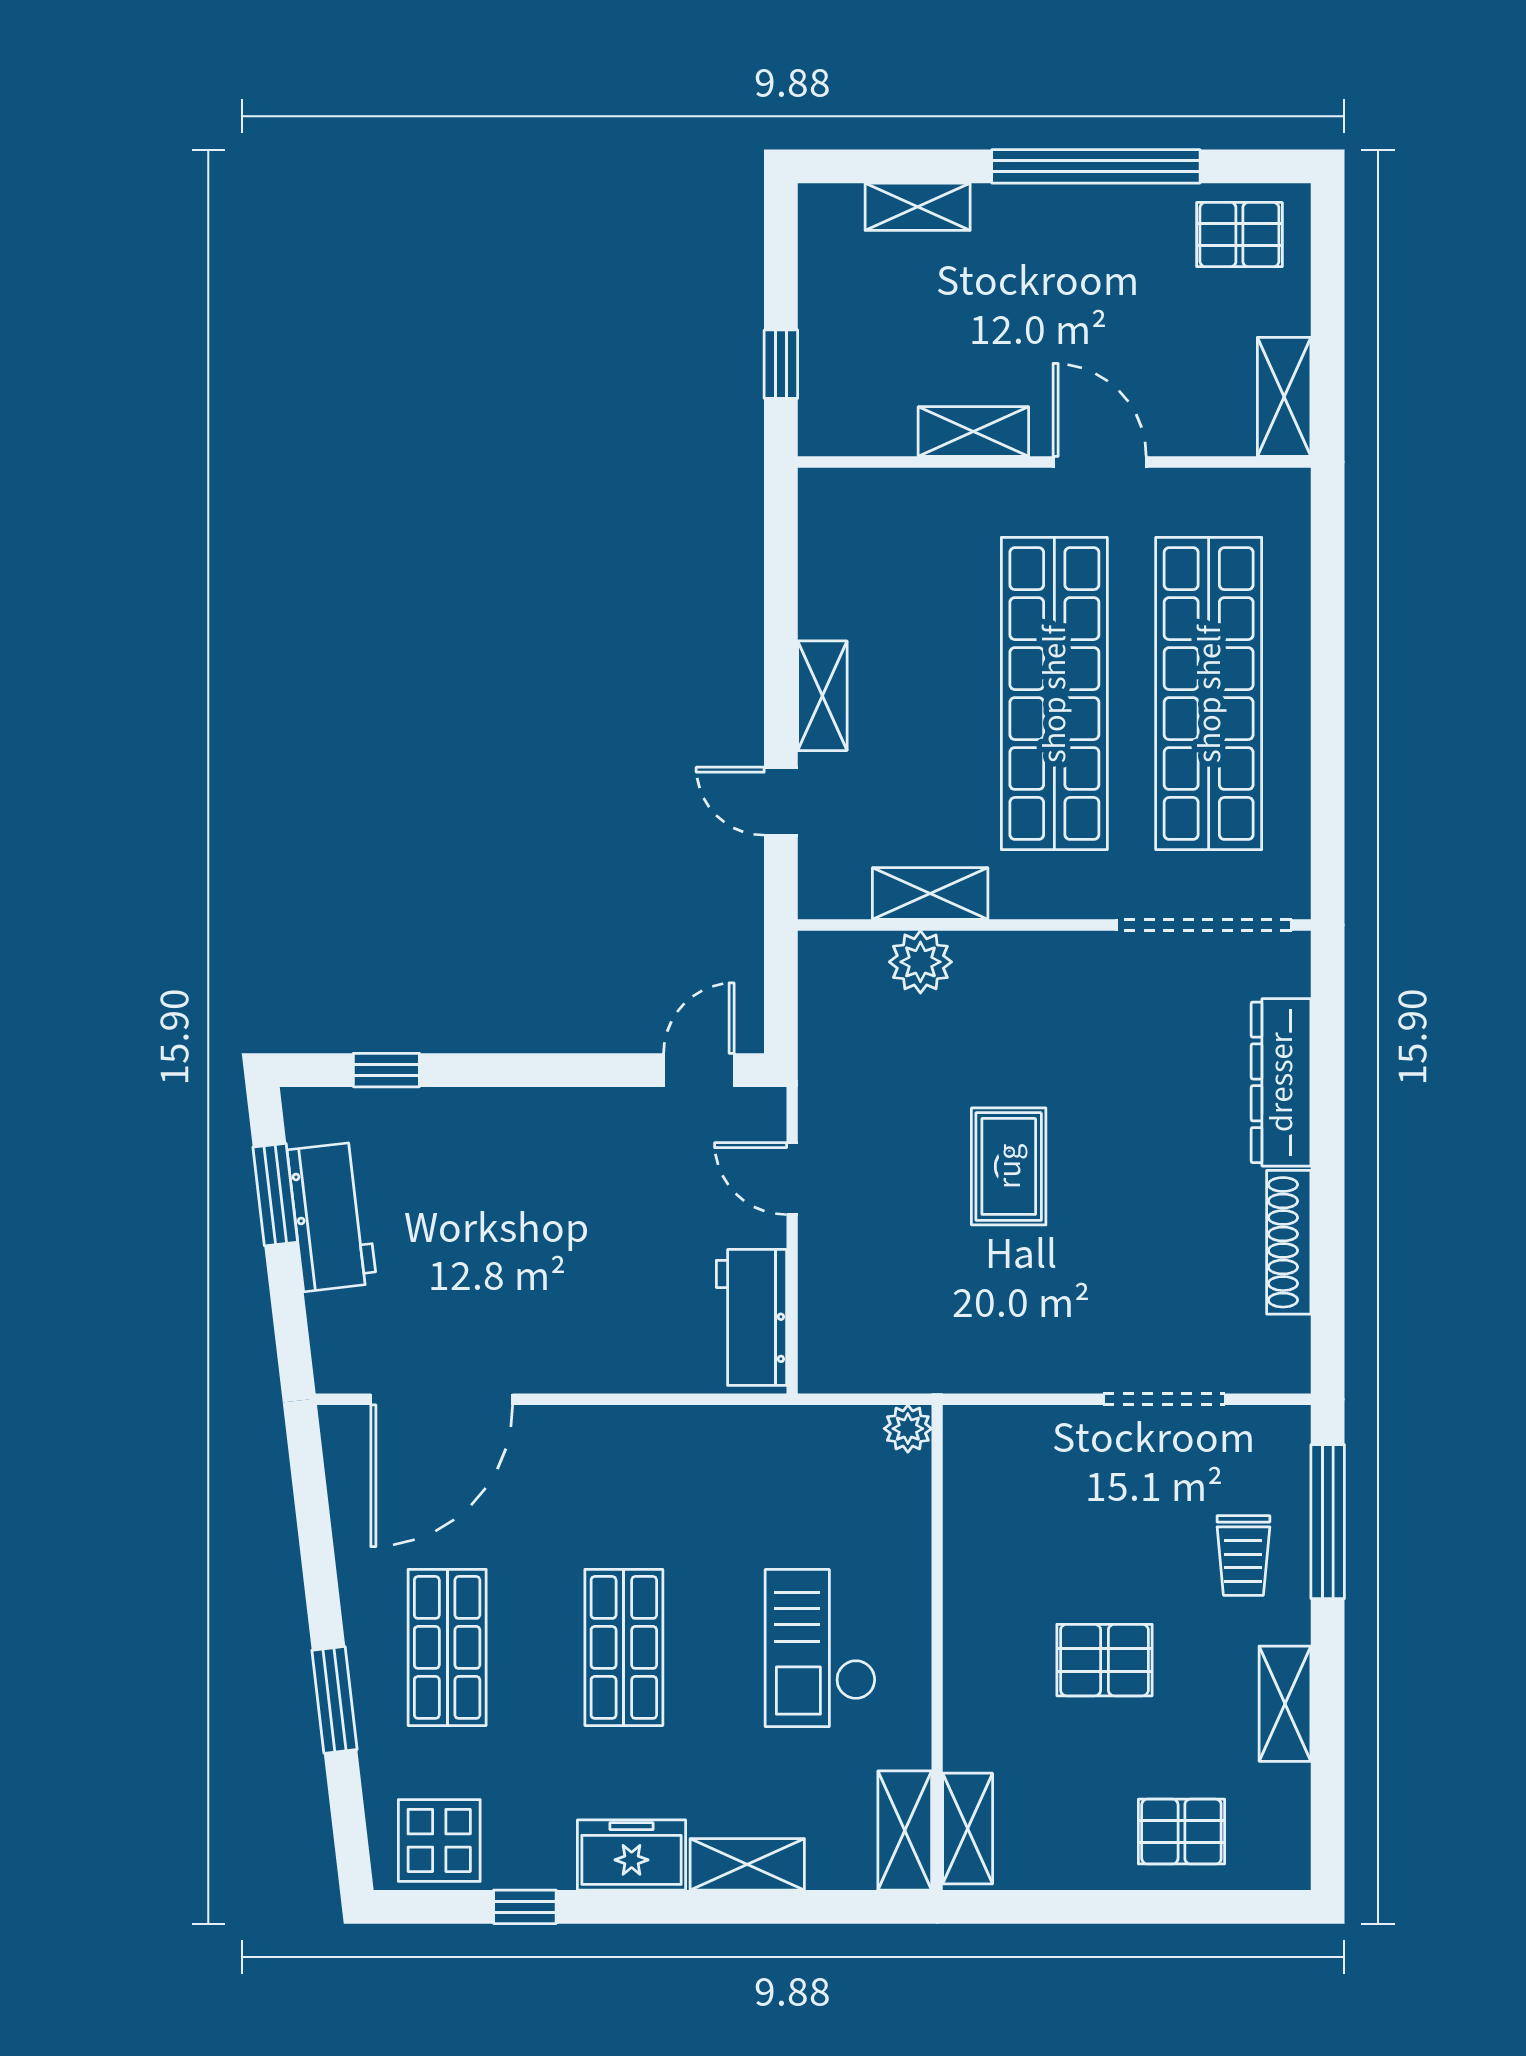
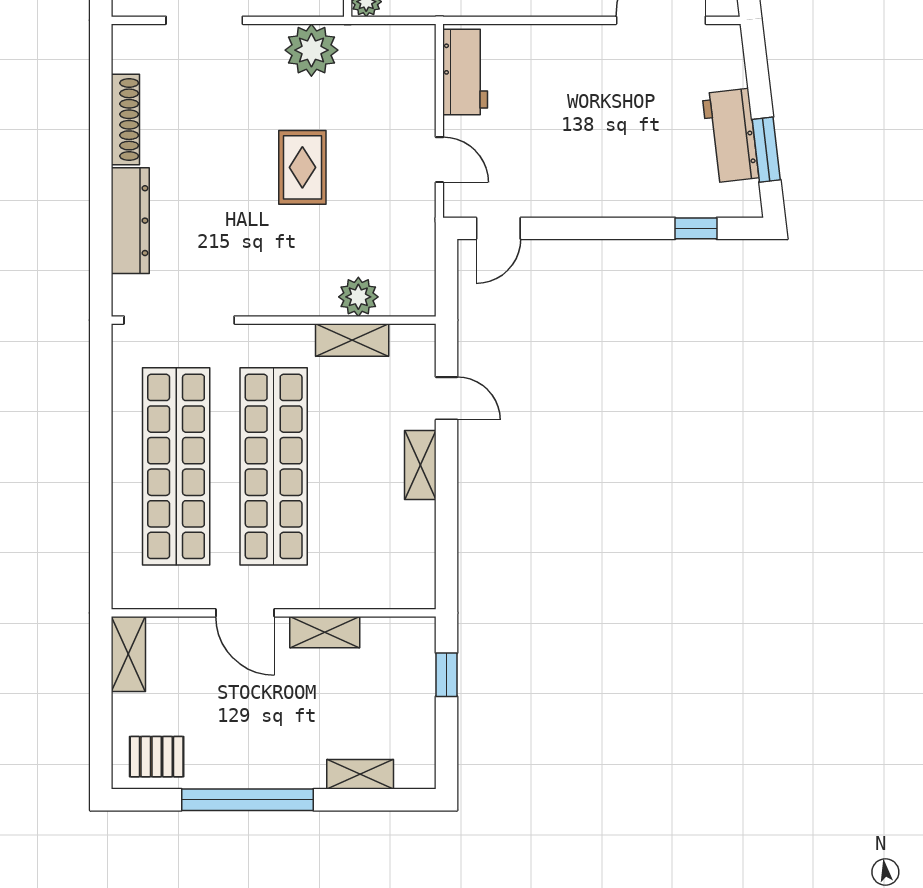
plant: (994, 1352) -> (311, 50), added

